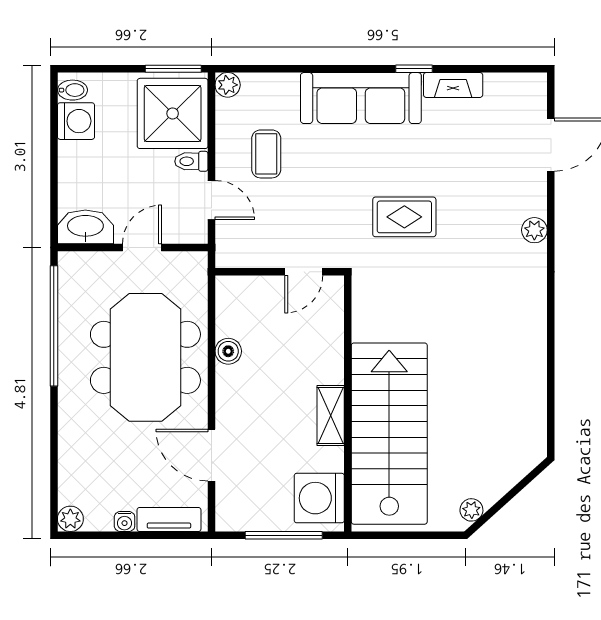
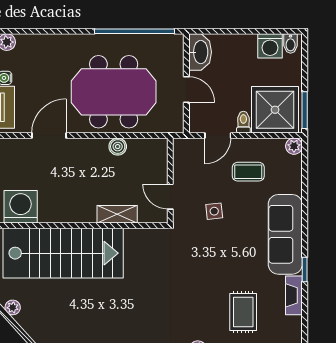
side table: (326, 205) -> (214, 211), added
rug: (404, 217) -> (243, 312), moved
shelving: (331, 415) -> (117, 214), moved

